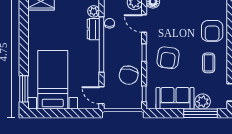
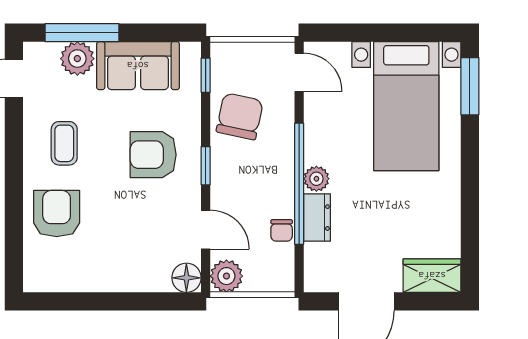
plant: (94, 11) -> (316, 179), moved
armchair: (168, 58) -> (153, 155), turned -98

